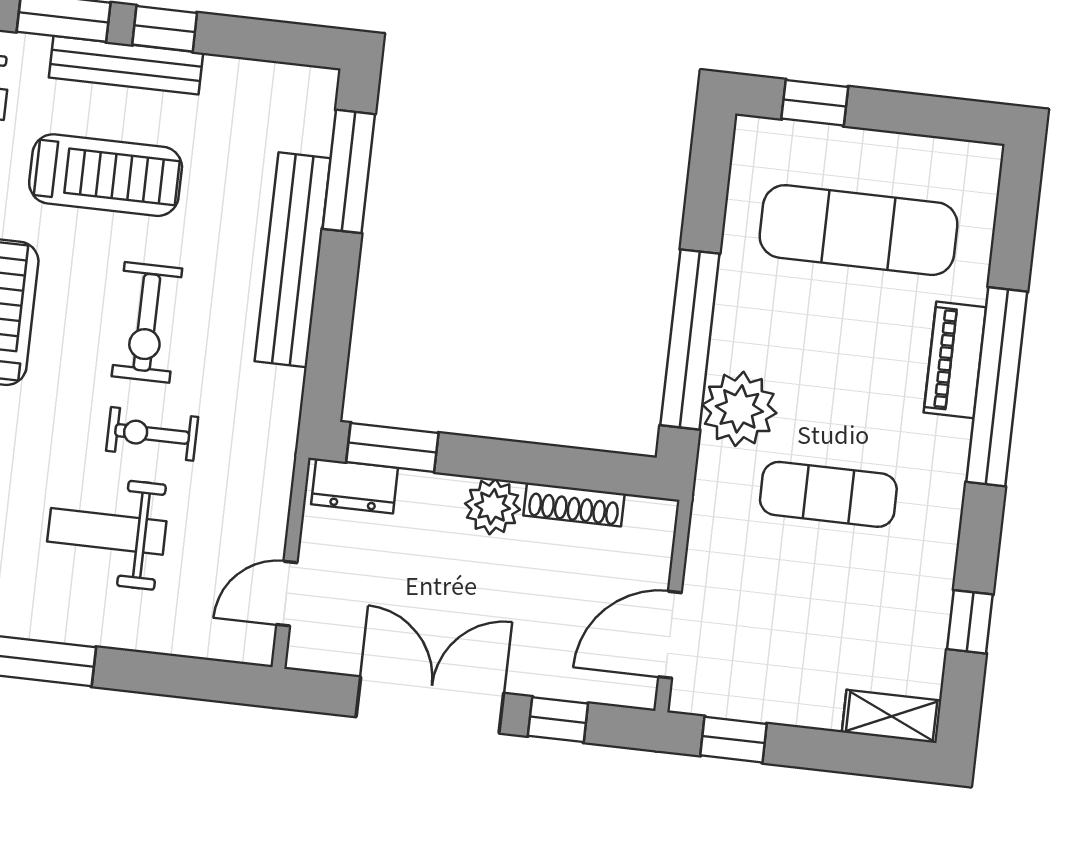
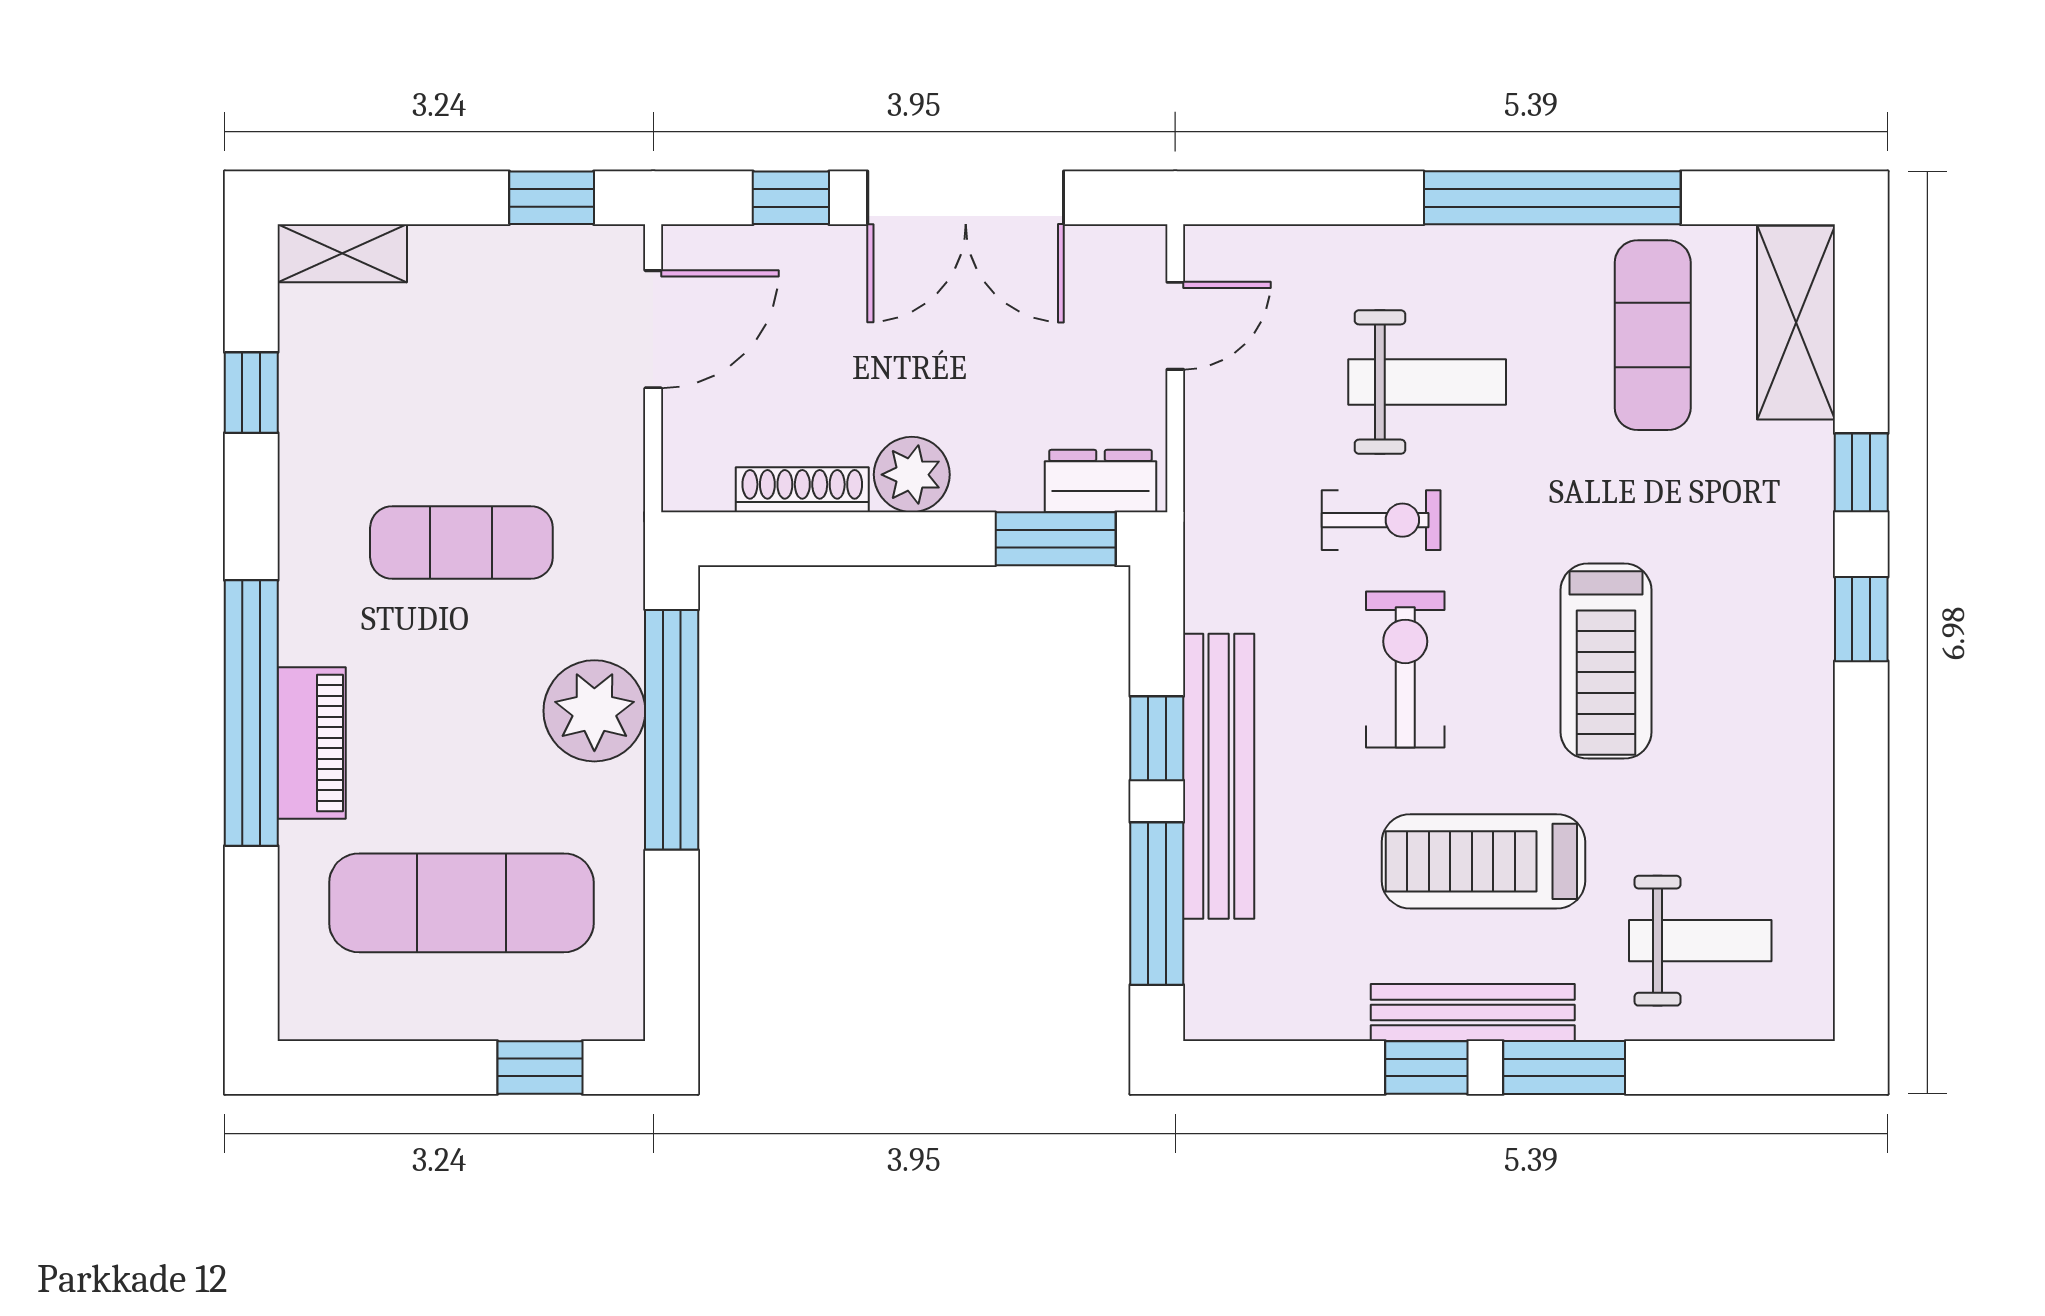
window: (335, 293) -> (1157, 738), added
plant: (739, 409) -> (594, 711), moved

